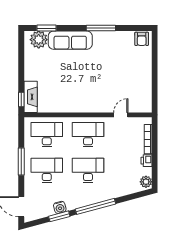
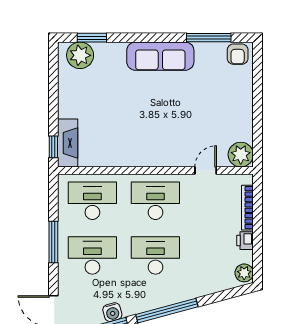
window: (101, 28) -> (209, 38), moved
sofa: (70, 40) -> (160, 56), moved
plant: (144, 104) -> (241, 155), added

